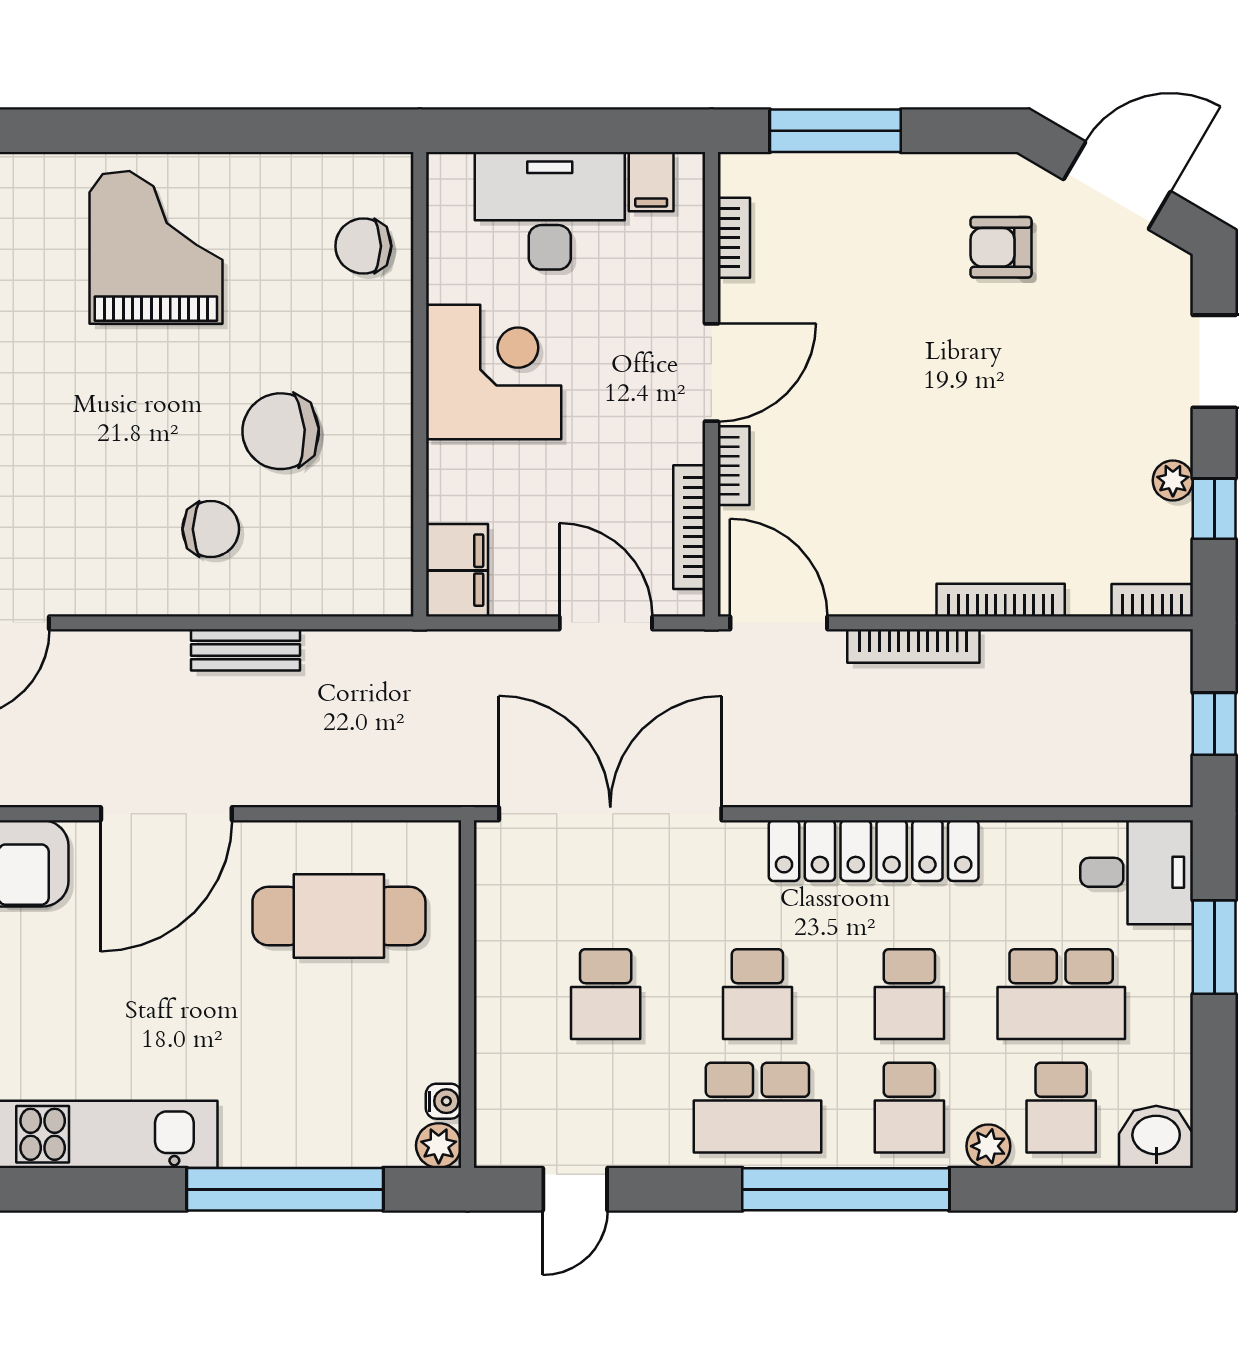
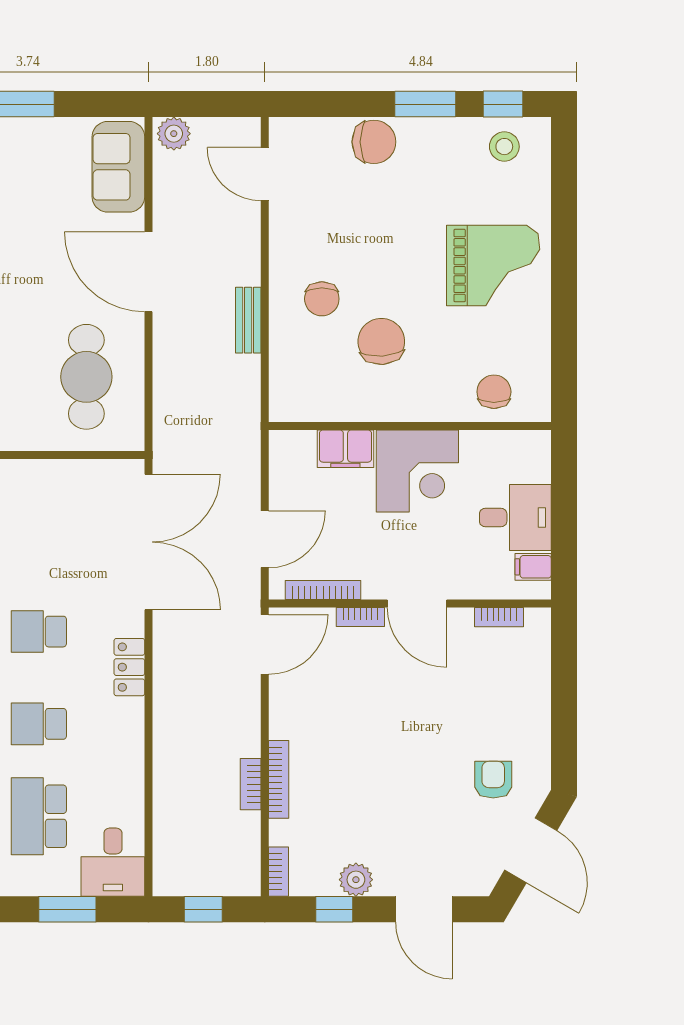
window: (835, 131) -> (564, 679), removed
desk: (550, 211) -> (515, 518), width x0.73
plant: (1173, 480) -> (356, 880), width x1.38, depth x1.38
filing cabinet: (457, 570) -> (345, 449), moved
bookcase: (913, 646) -> (251, 784), moved, width x0.64
locker: (874, 851) -> (129, 667), width x0.46, depth x0.83
school desk: (606, 994) -> (39, 539), removed

